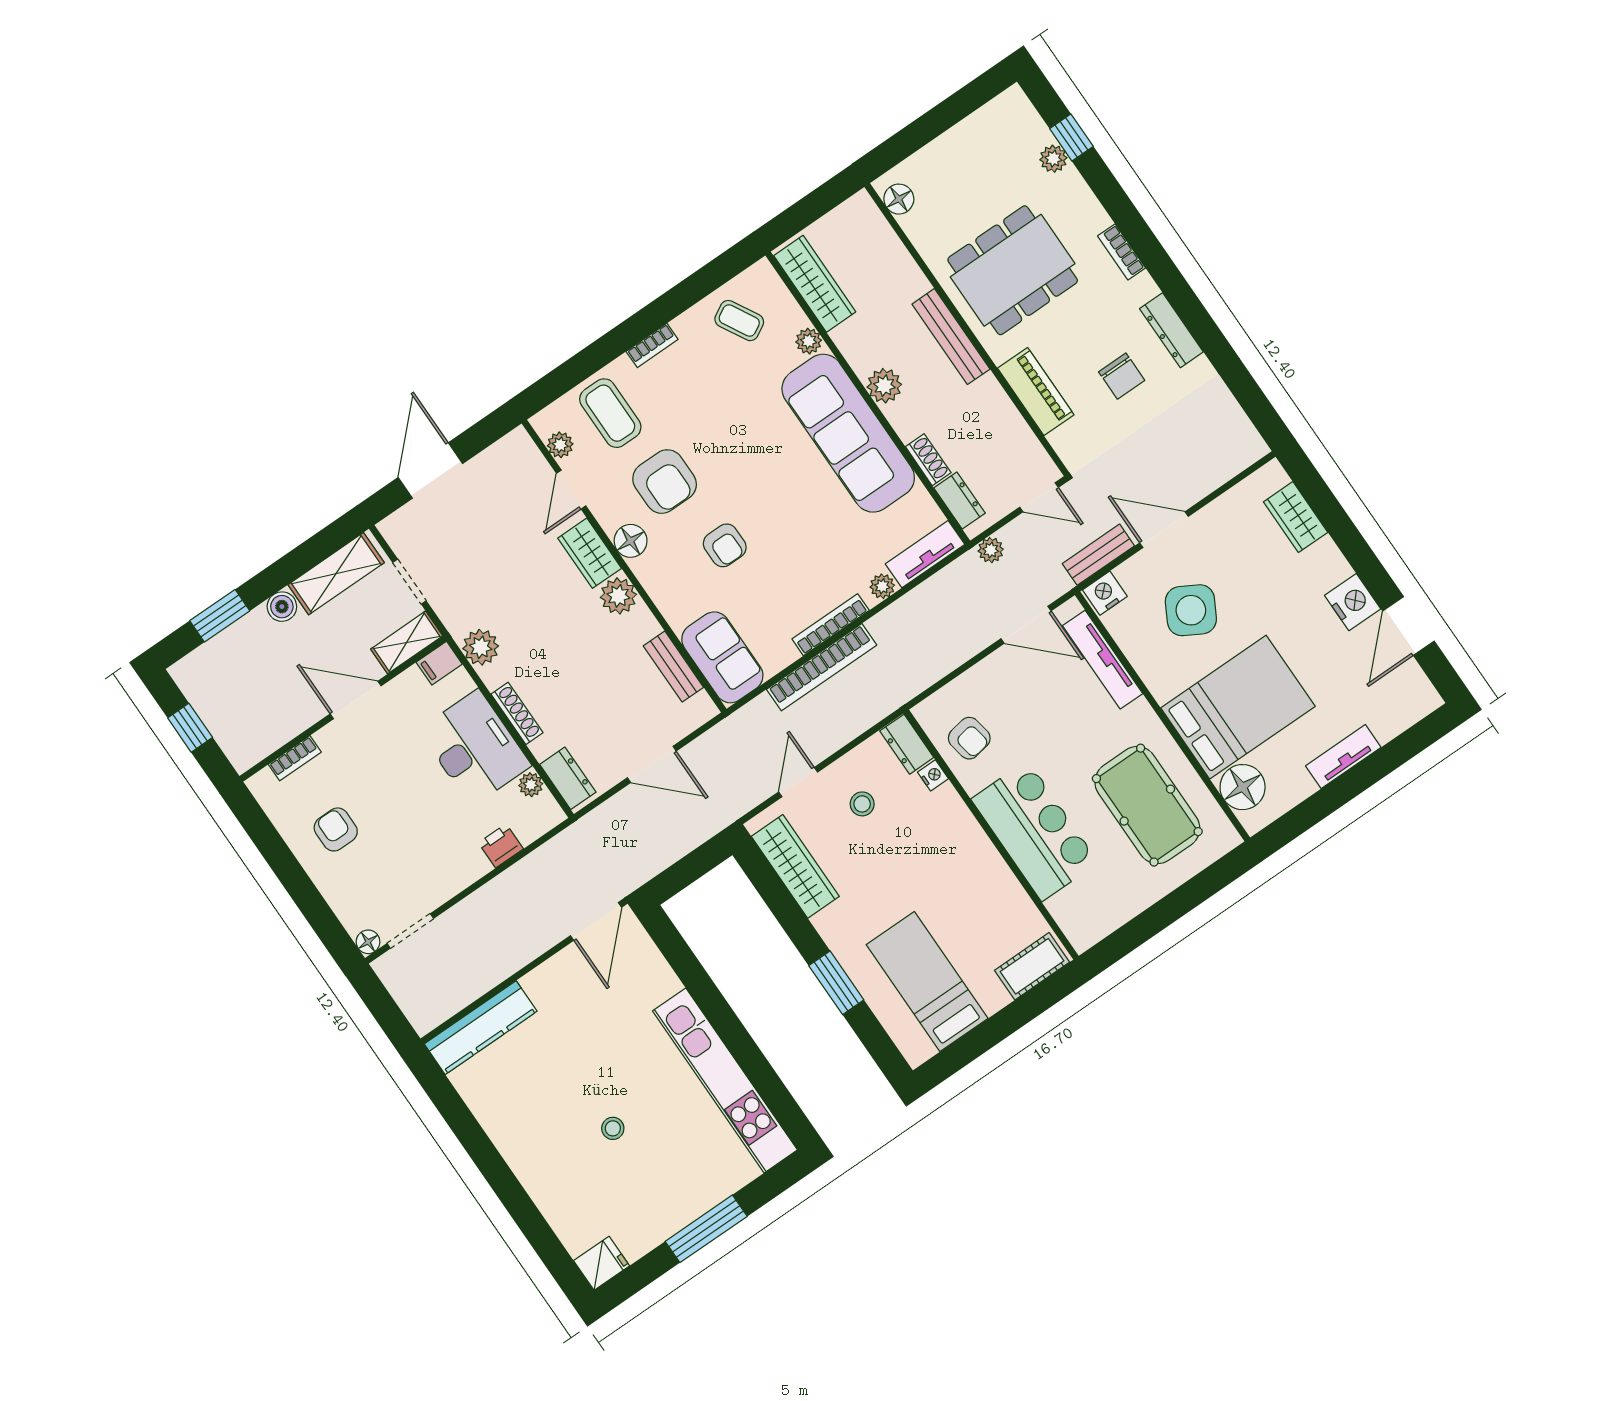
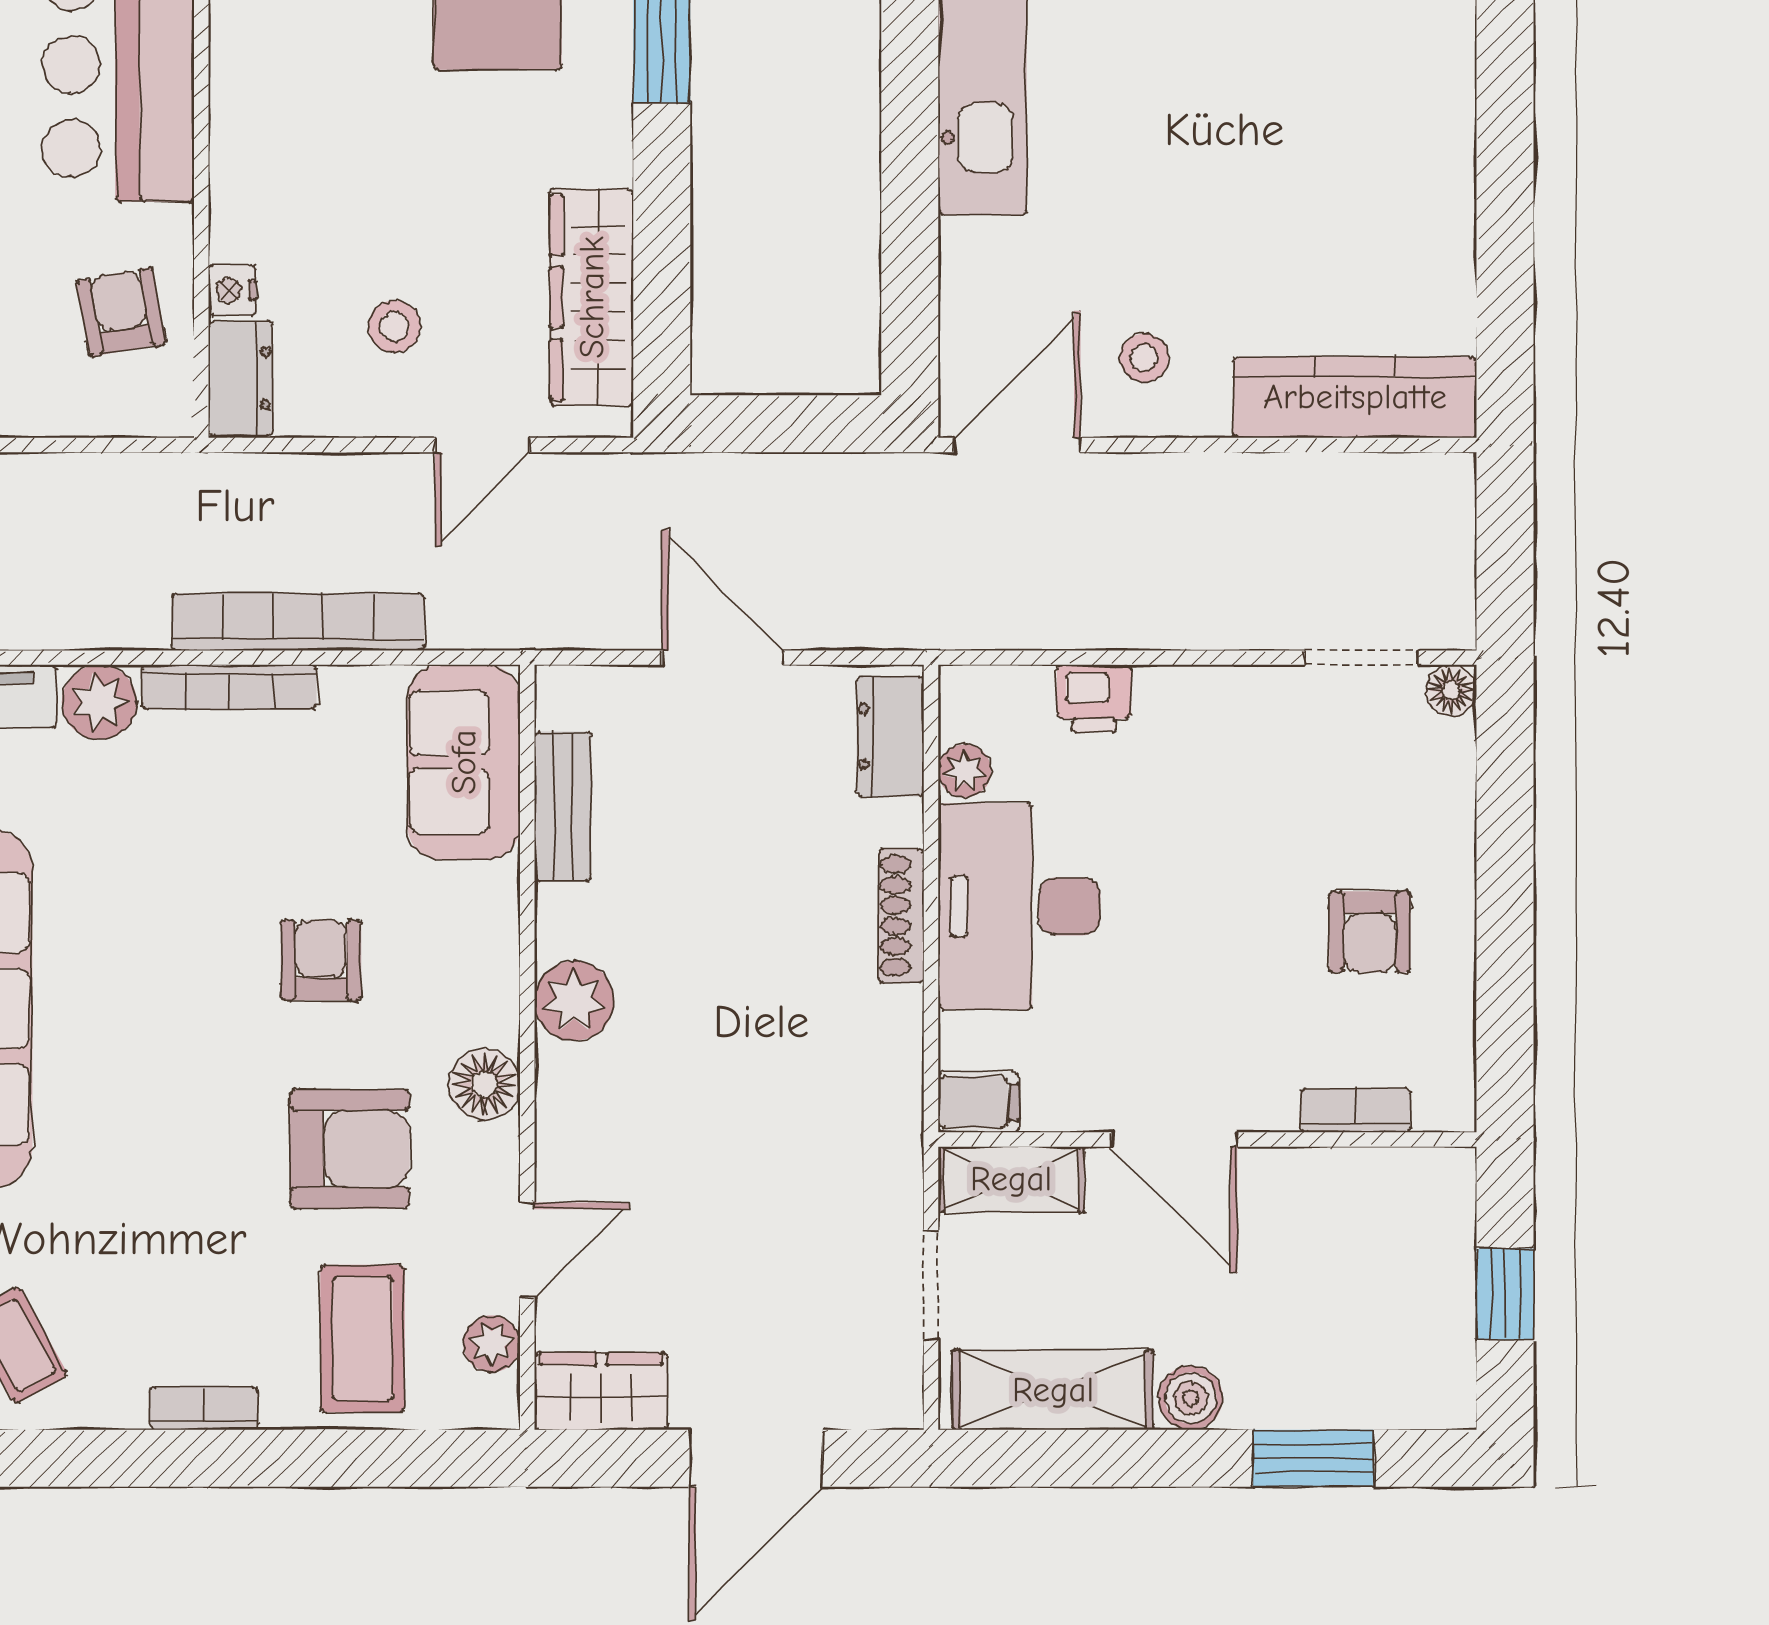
armchair: (665, 482) -> (350, 1149), turned 90
wardrobe: (590, 553) -> (601, 1391), moved, turned -90
plant: (882, 586) -> (99, 702), width x1.38, depth x1.38
plant: (481, 647) -> (885, 1079), removed
stool: (613, 1128) -> (1144, 358), moved

